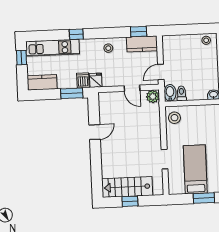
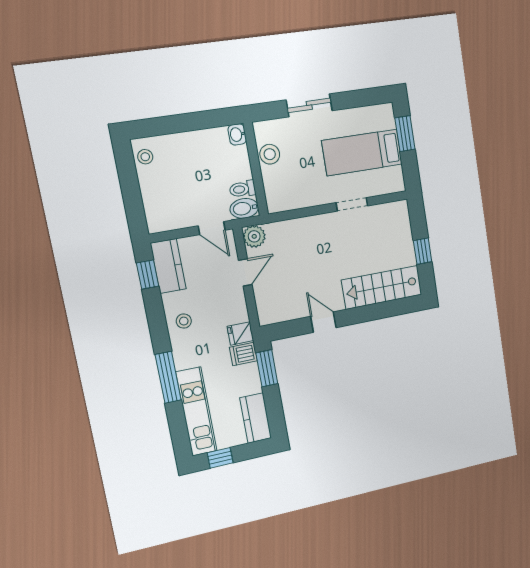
window: (76, 34) -> (168, 377), width x2.17
stool: (174, 118) -> (270, 154), moved
stairs: (127, 187) -> (382, 287), moved, turned 90

